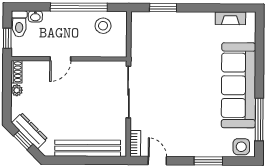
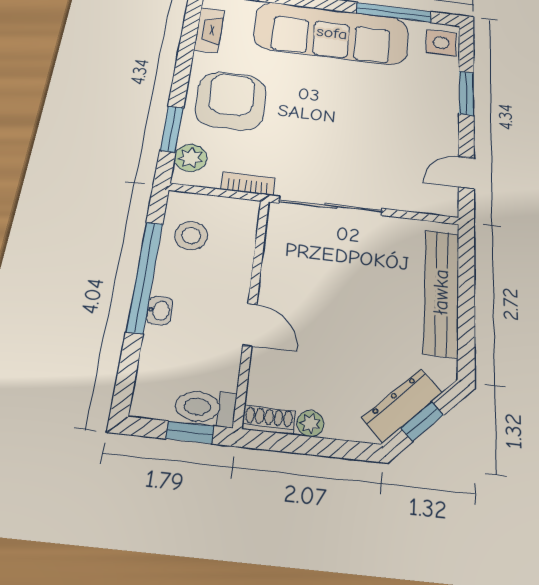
washbasin: (35, 16) -> (159, 310), moved
plant: (147, 20) -> (191, 158), added
toilet: (19, 24) -> (206, 407), moved, turned 180
armchair: (185, 35) -> (231, 101), added
bookcase: (135, 143) -> (248, 184), moved

